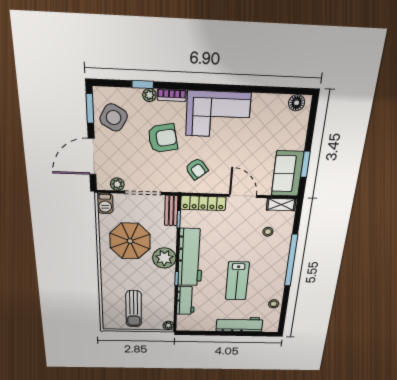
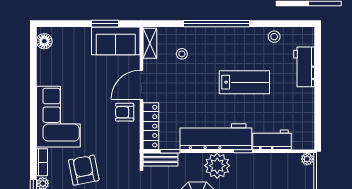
armchair: (197, 169) -> (125, 112), moved, turned -142
workbench: (240, 324) -> (304, 67), width x0.73

